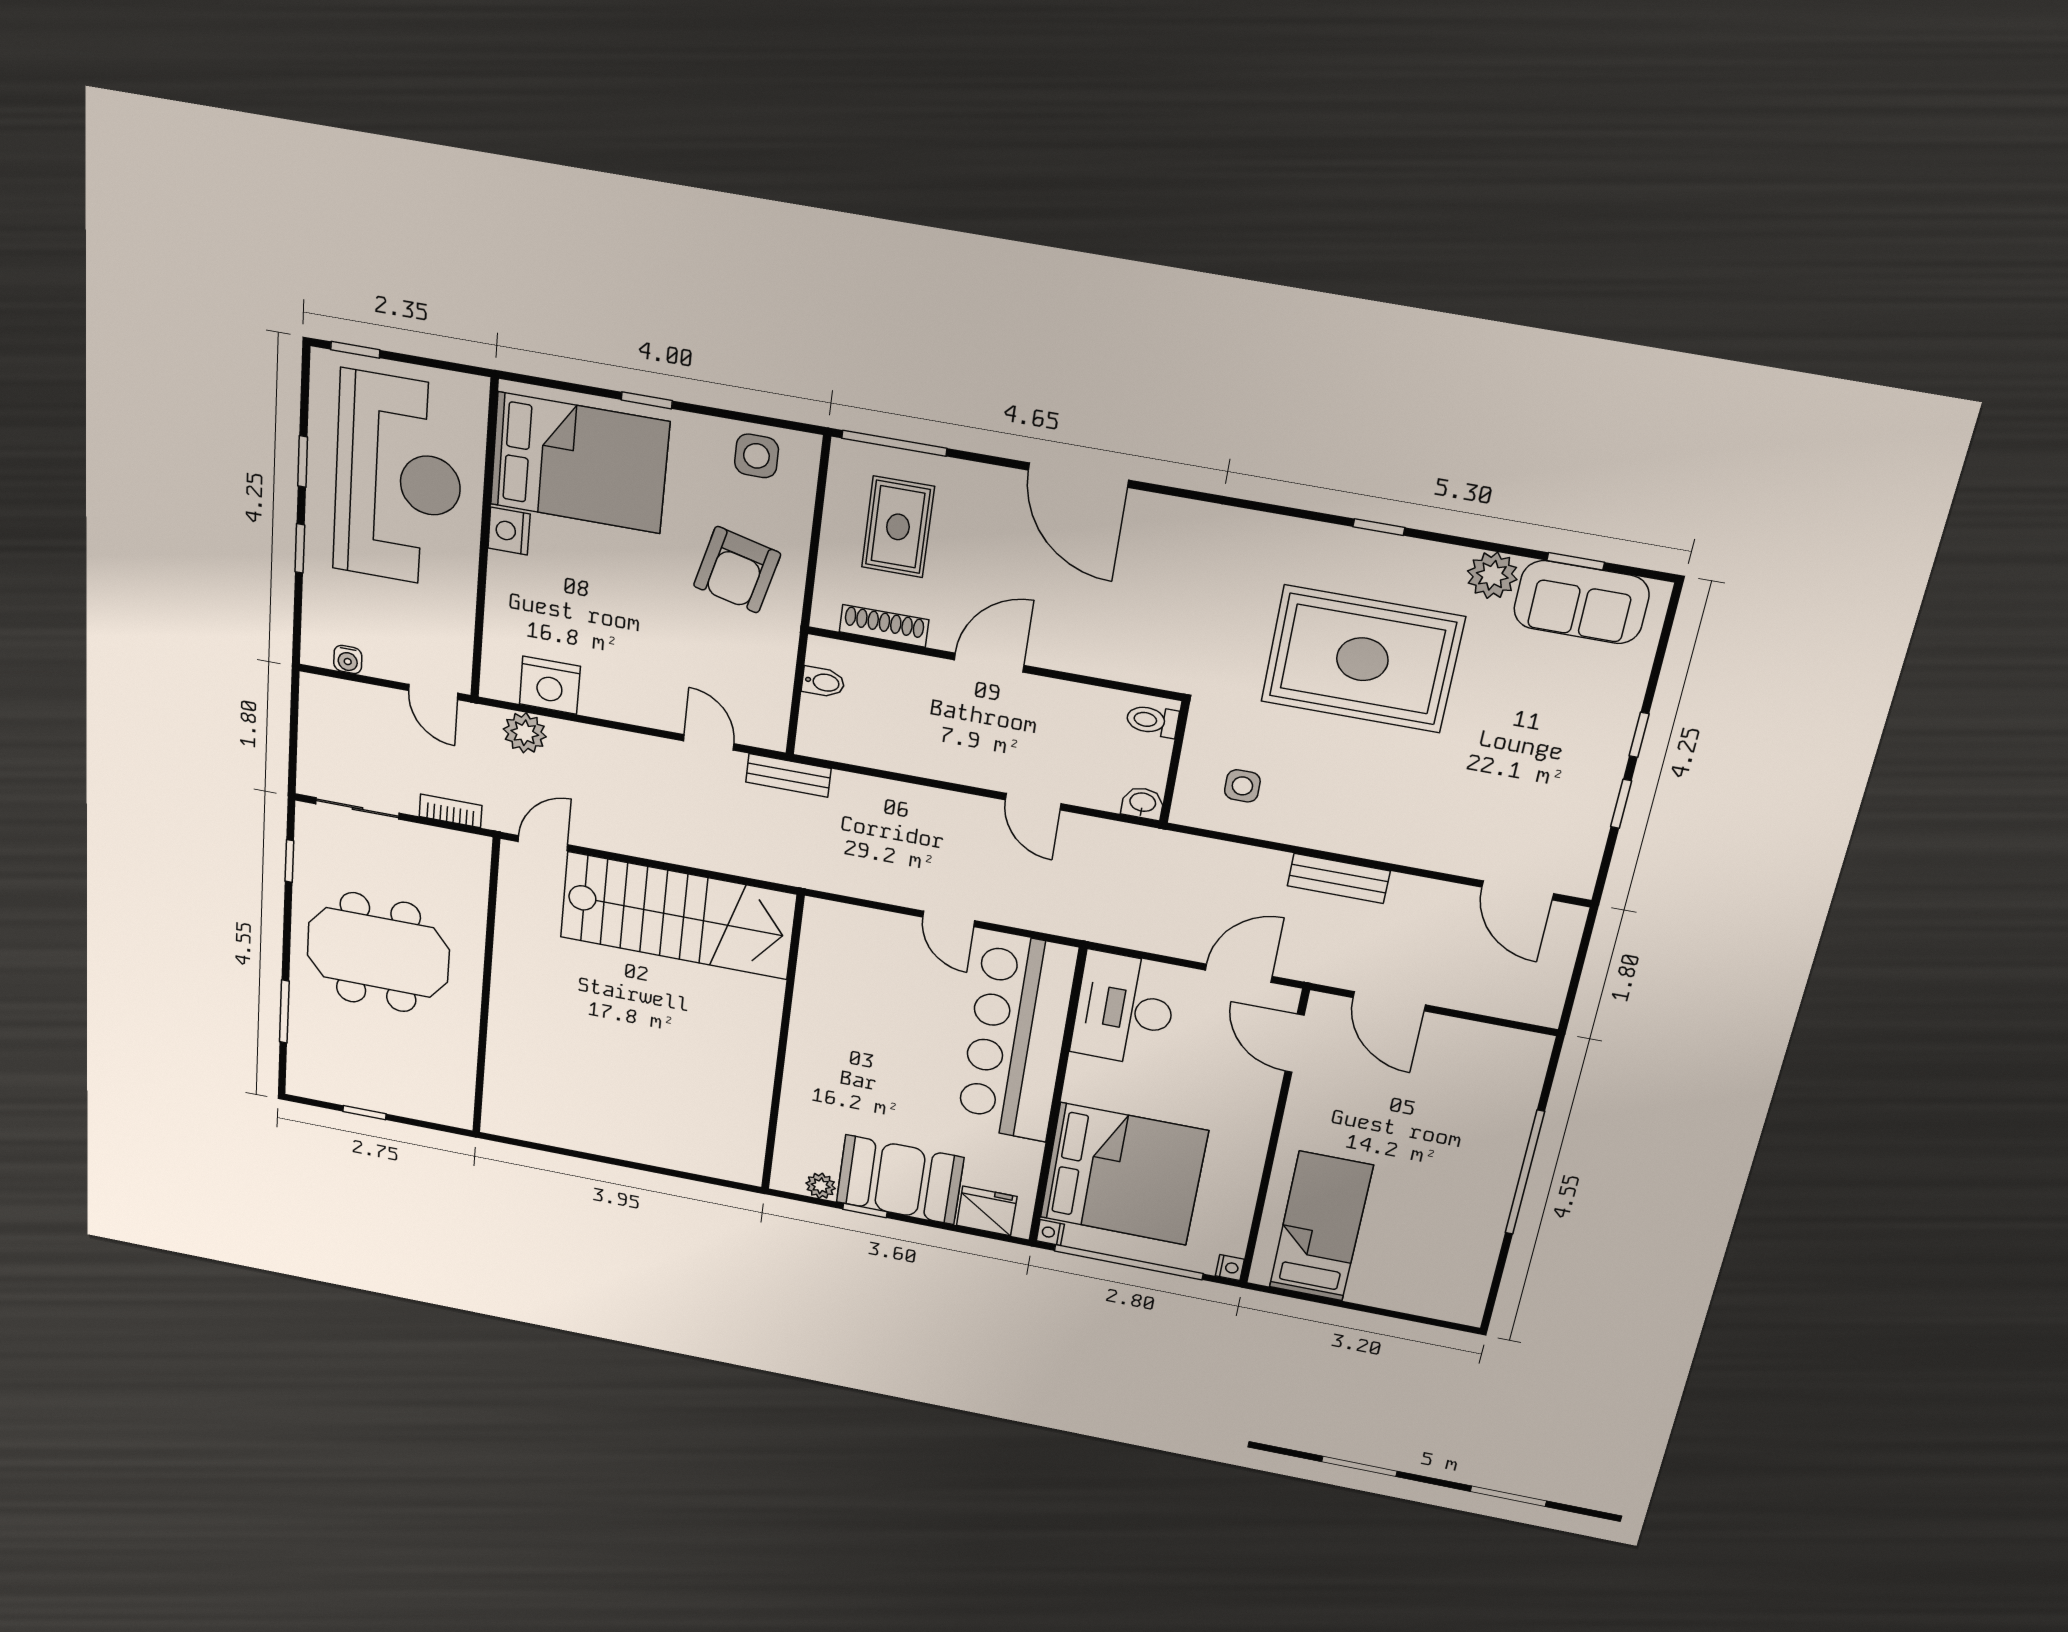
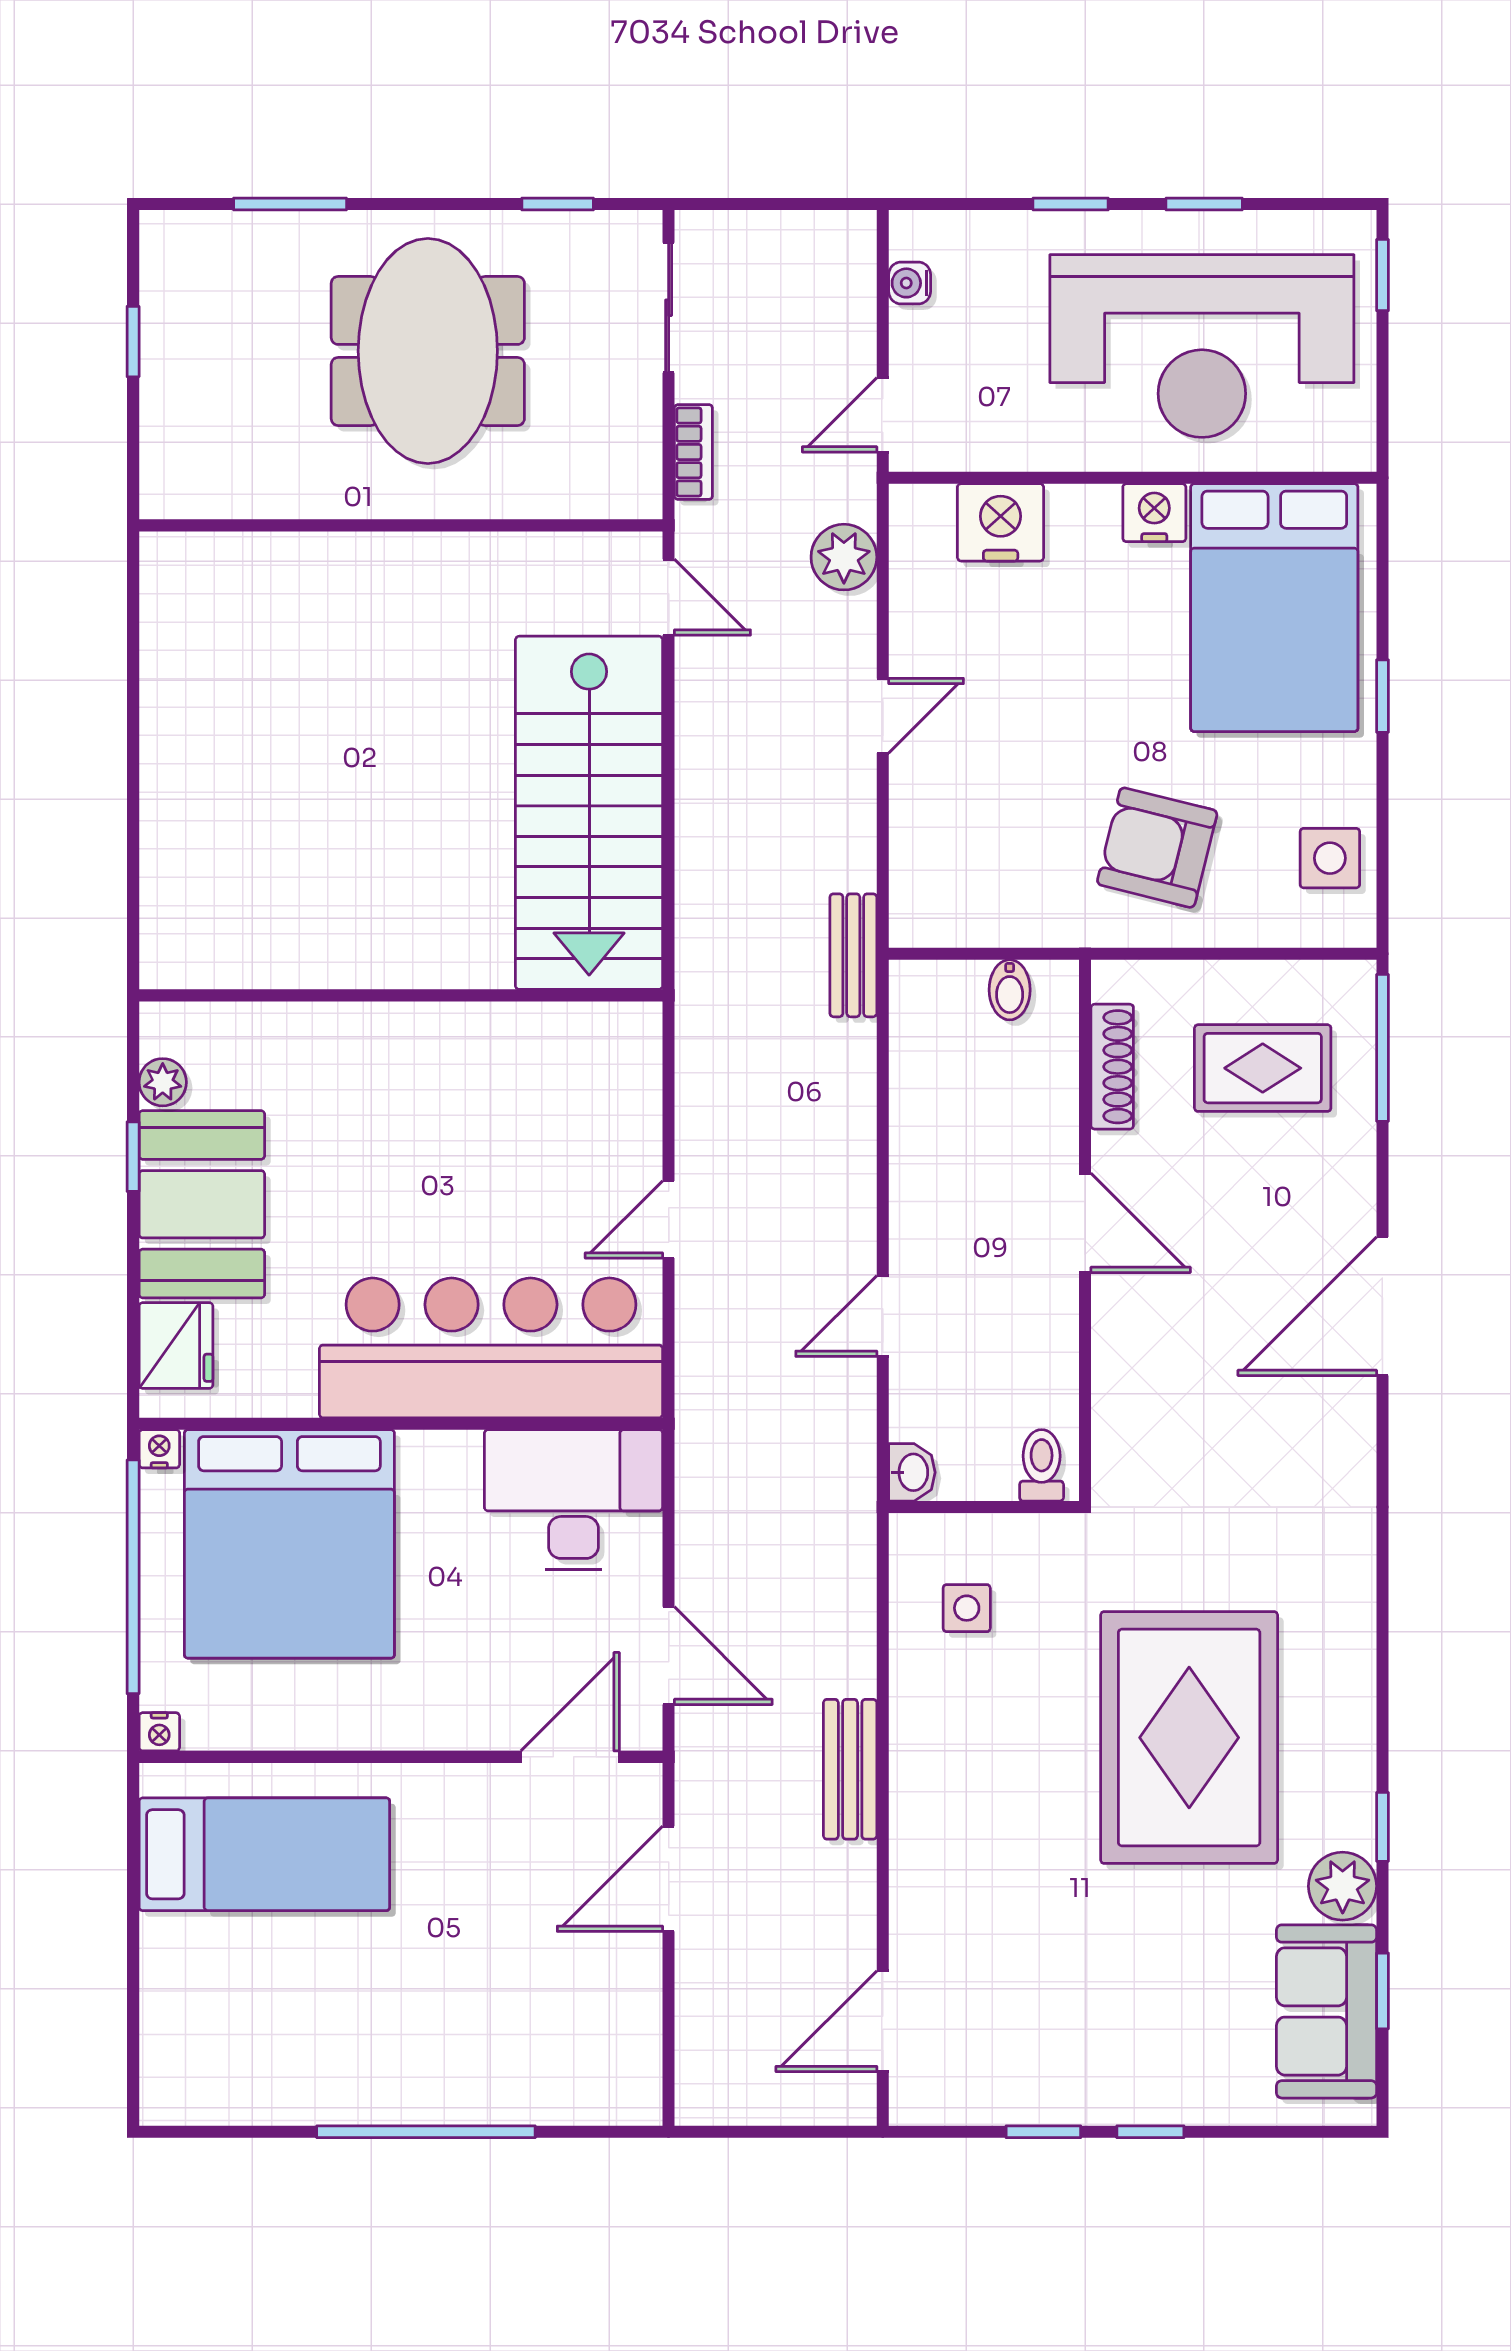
window: (1379, 527) -> (1382, 1827), moved
nightstand: (550, 685) -> (1001, 522), moved, turned 90
door: (709, 742) -> (883, 716), moved

